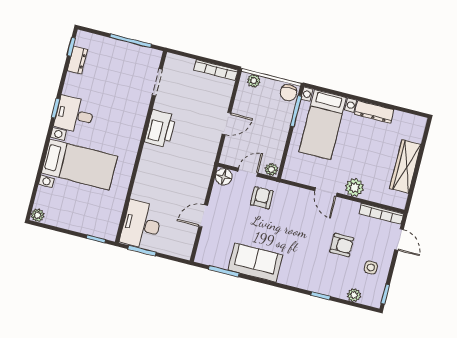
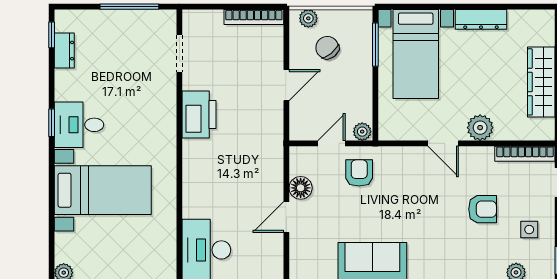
chair: (288, 93) -> (327, 48), moved, turned 141
floor lamp: (224, 177) -> (301, 188), moved

